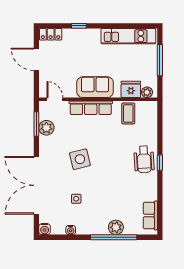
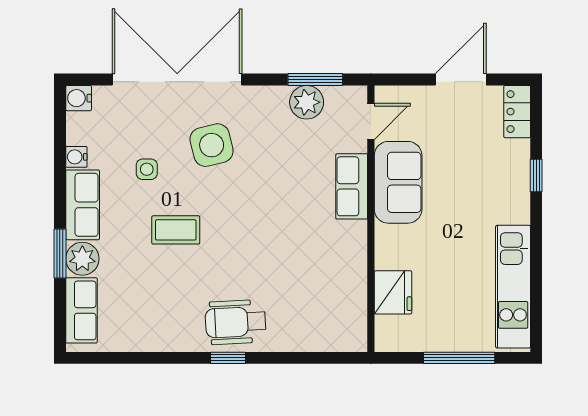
sofa: (95, 87) -> (398, 182), moved
plant: (147, 92) -> (387, 329), removed
row of seats: (91, 108) -> (352, 186), width x0.68
coffee table: (128, 113) -> (176, 230), moved
side table: (80, 159) -> (212, 145), moved
row of seats: (150, 215) -> (81, 310), moved, turned 90
row of seats: (92, 227) -> (83, 205), added
window: (114, 237) -> (60, 253), width x0.47

